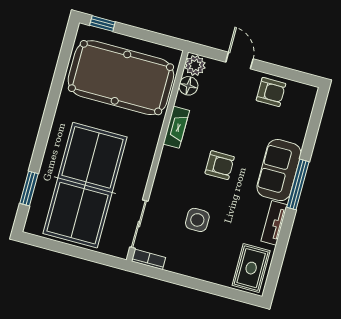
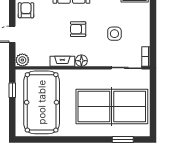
window: (102, 24) -> (12, 90), moved
floor lamp: (188, 86) -> (81, 61), moved
armchair: (220, 165) -> (78, 29), turned -90

